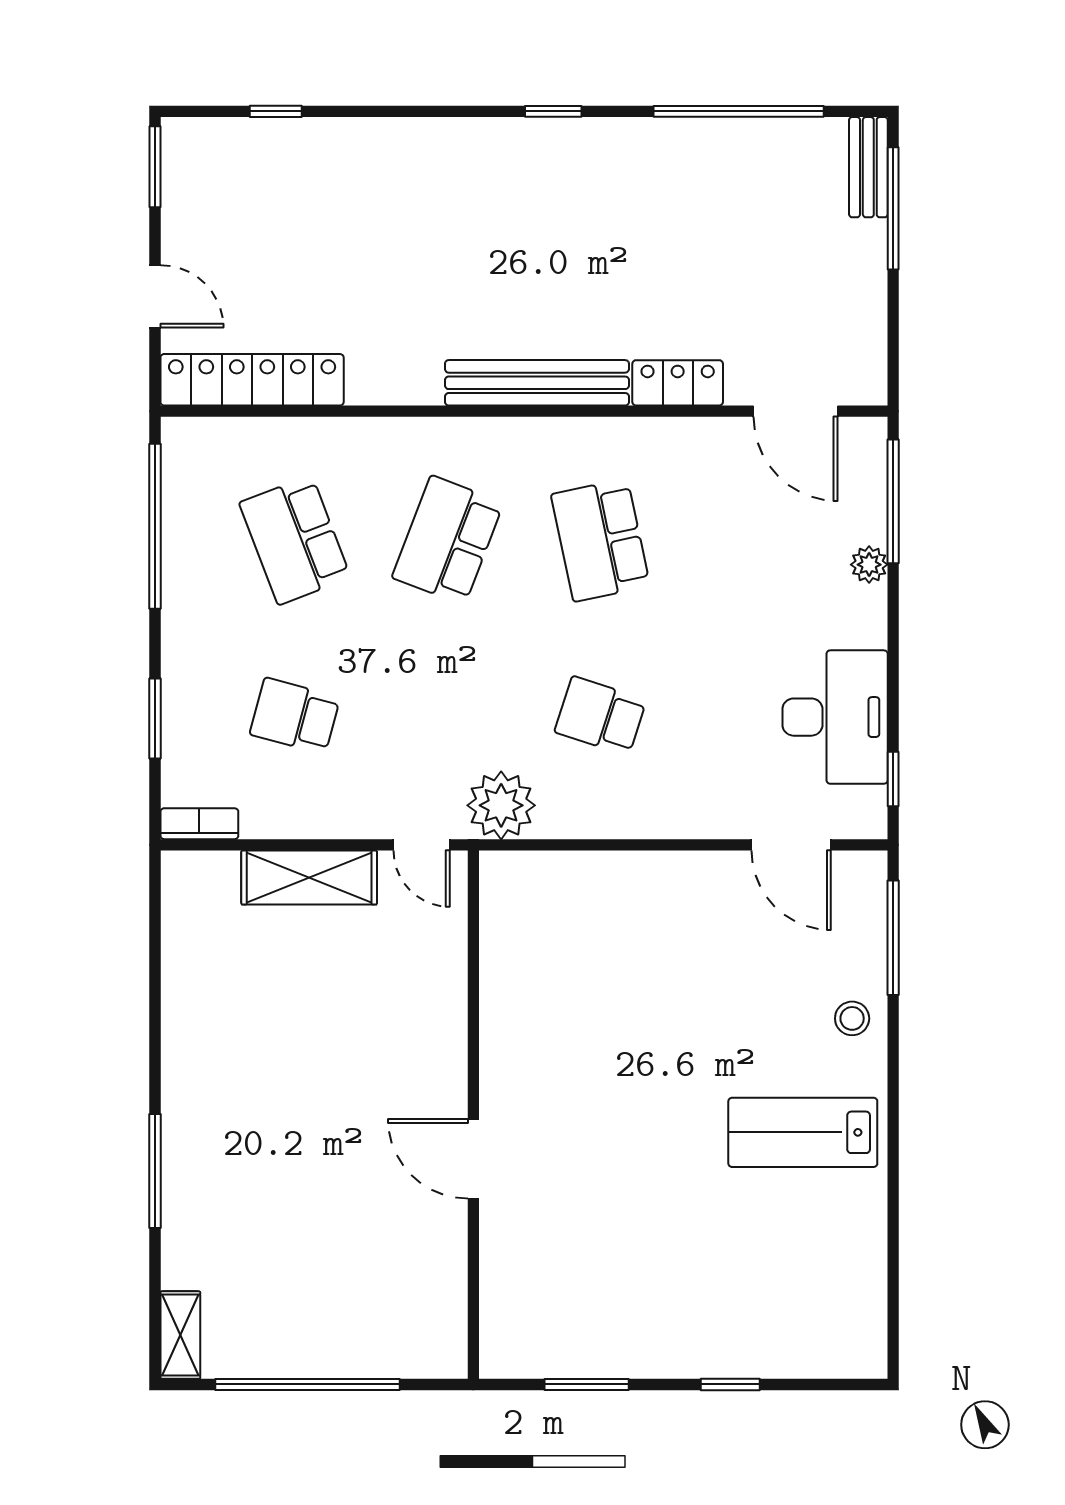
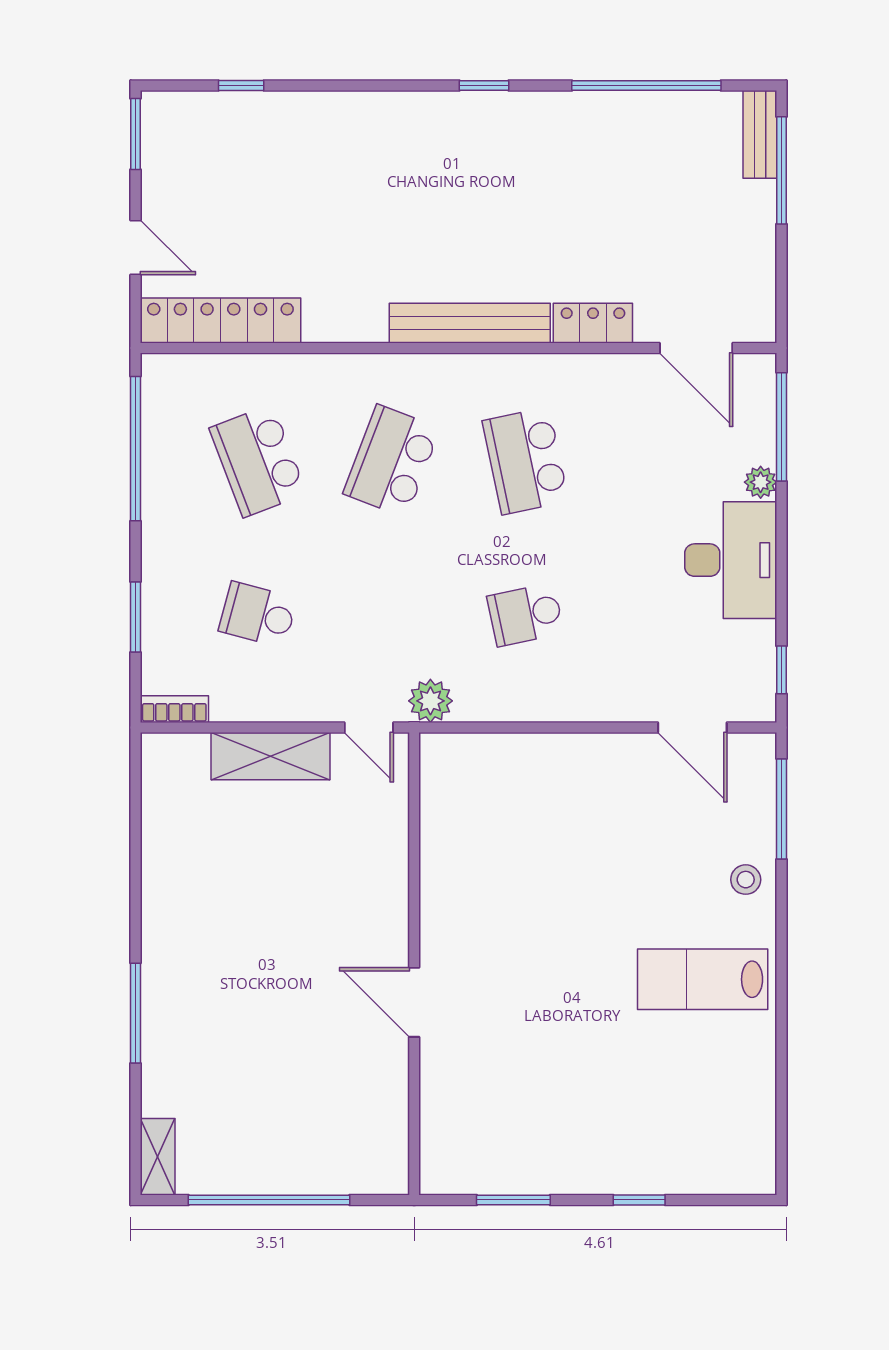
school desk: (600, 716) -> (525, 615), turned -30
desk: (835, 717) -> (731, 560), moved
plant: (501, 805) -> (430, 701), width x0.73, depth x0.73

